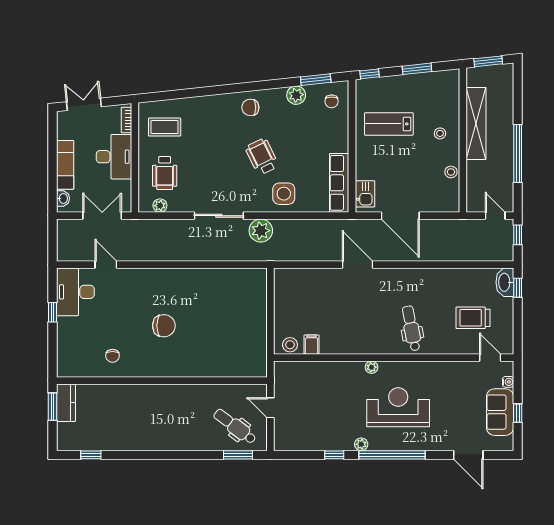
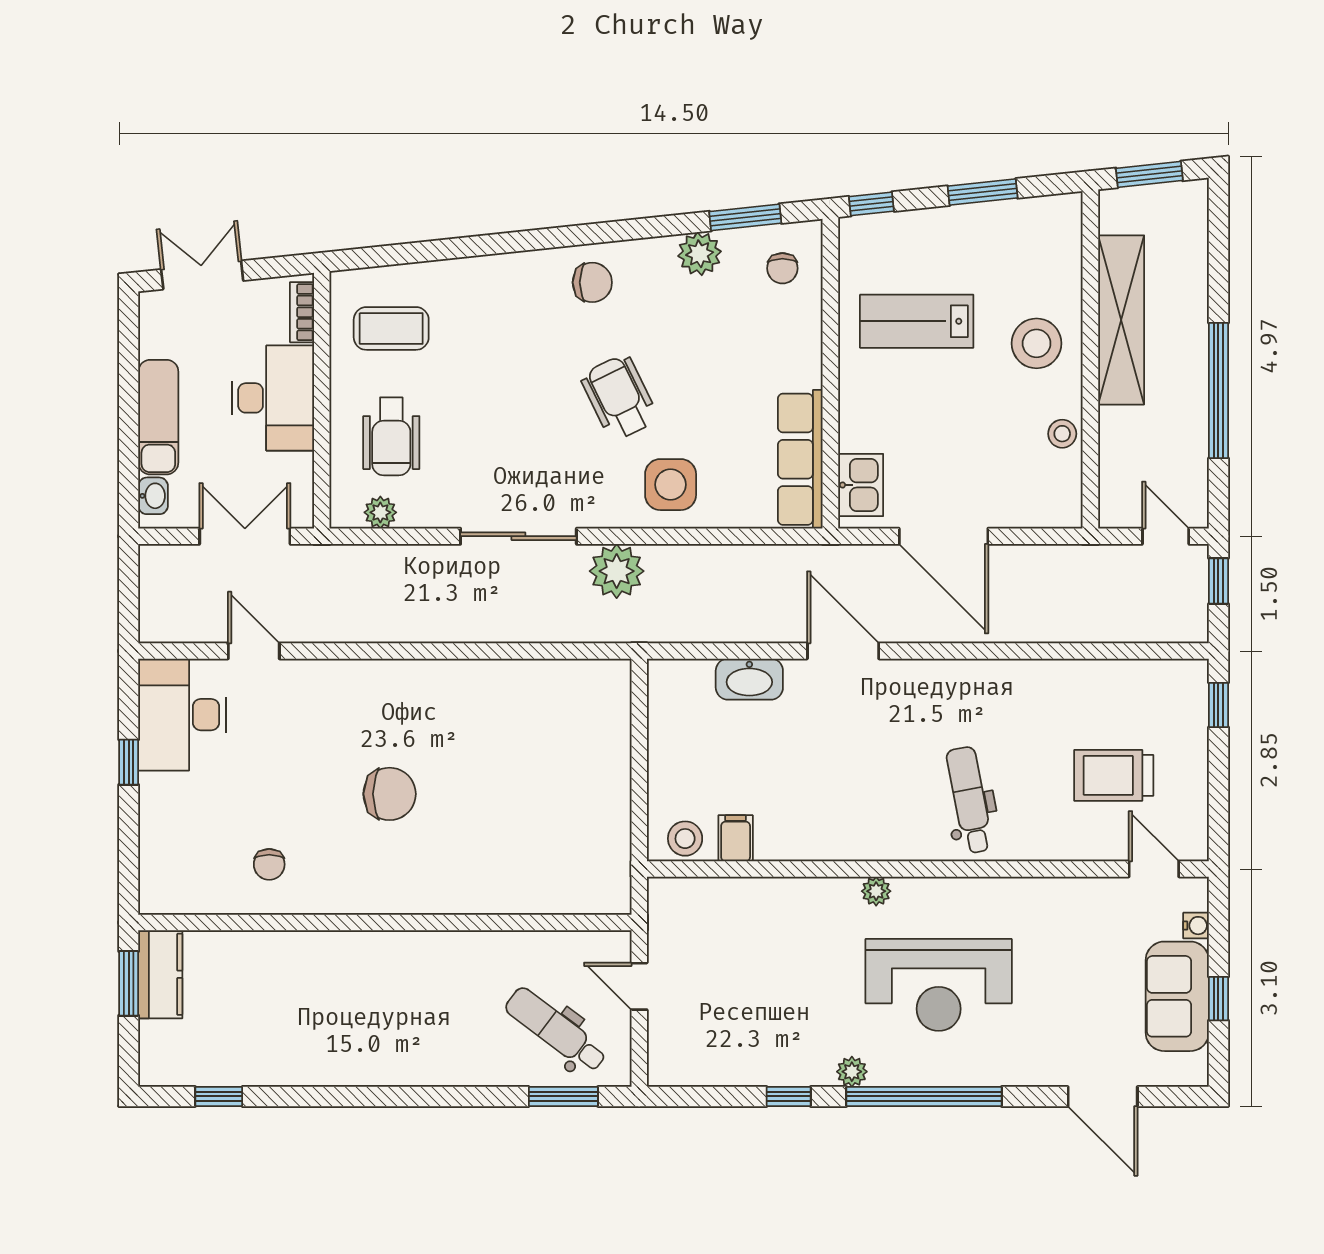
chair: (250, 107) -> (592, 282), turned 180
stool: (440, 133) -> (1037, 343), width x1.89, depth x1.89
washbasin: (505, 282) -> (749, 679), moved, turned -90
reception desk: (398, 407) -> (939, 985), turned 180

